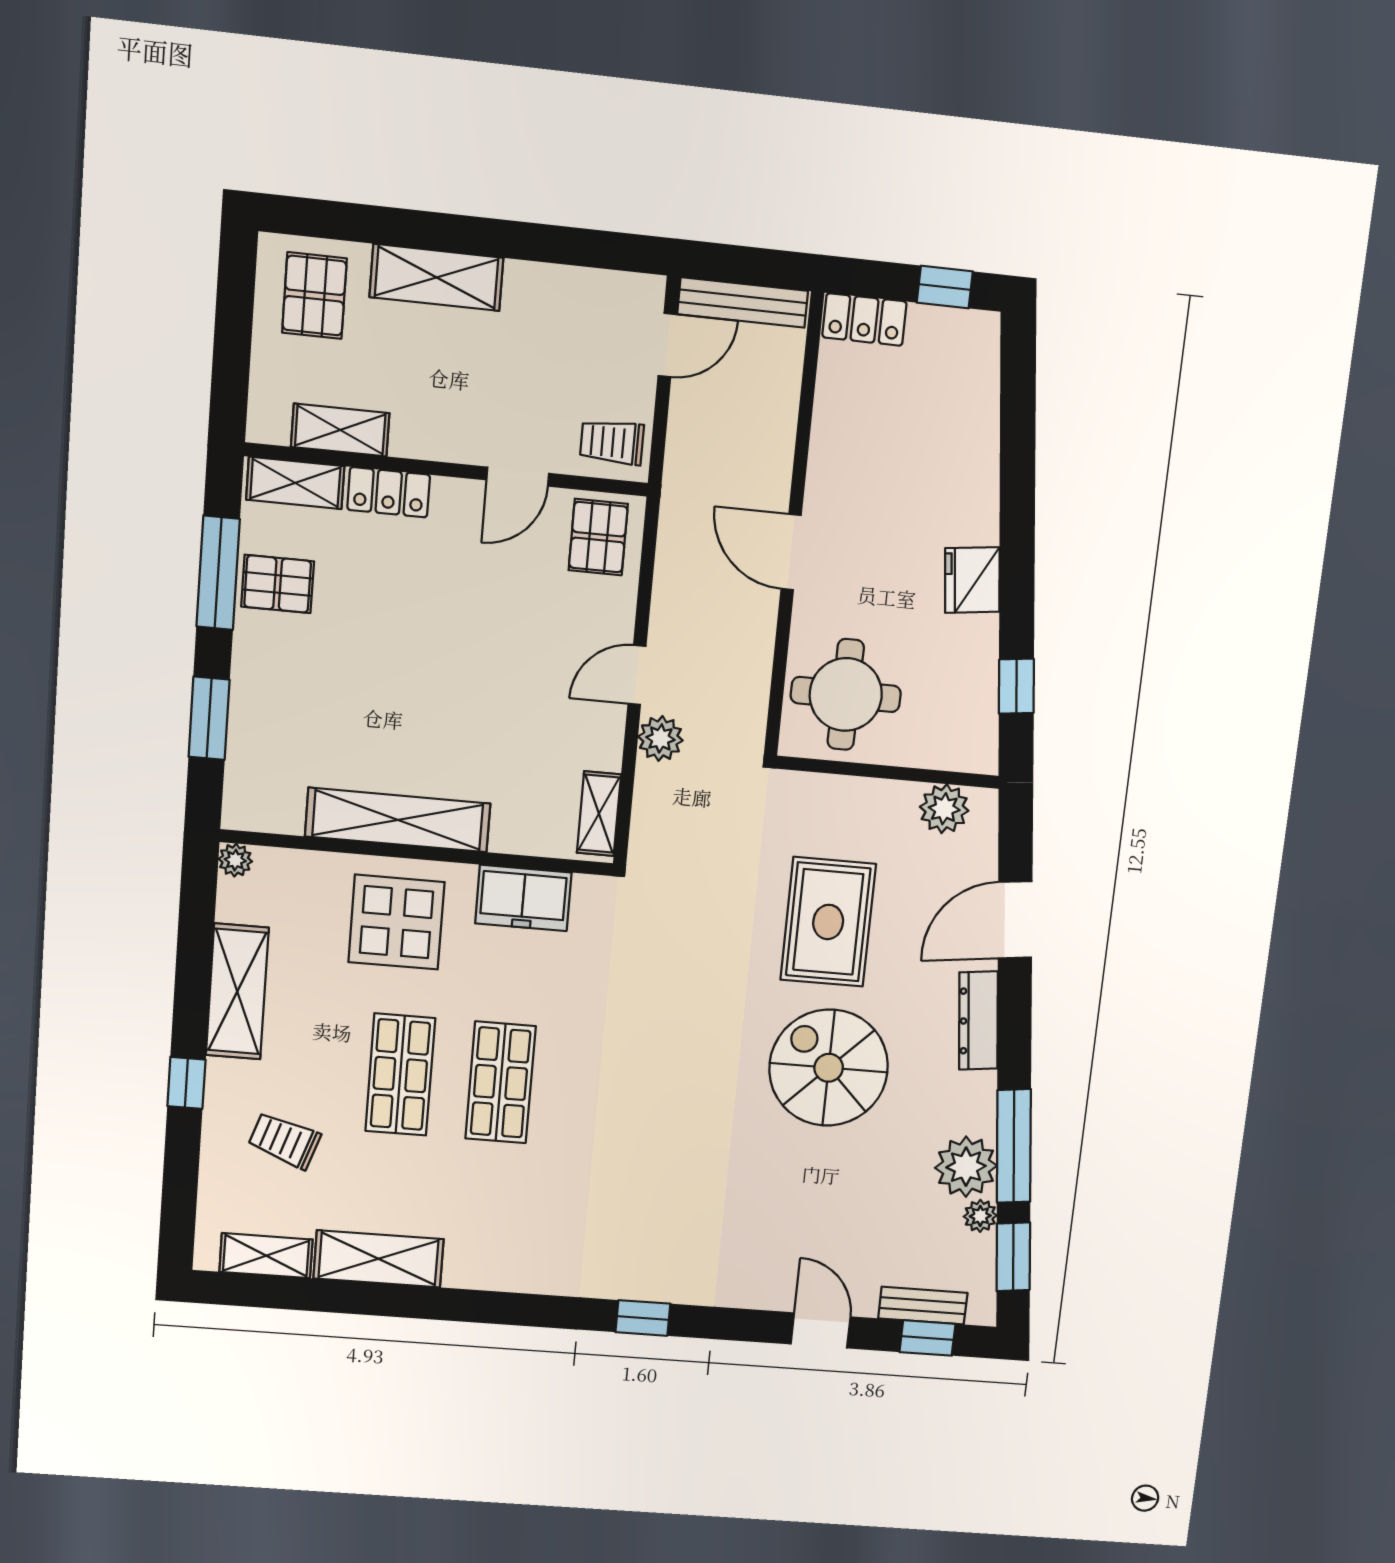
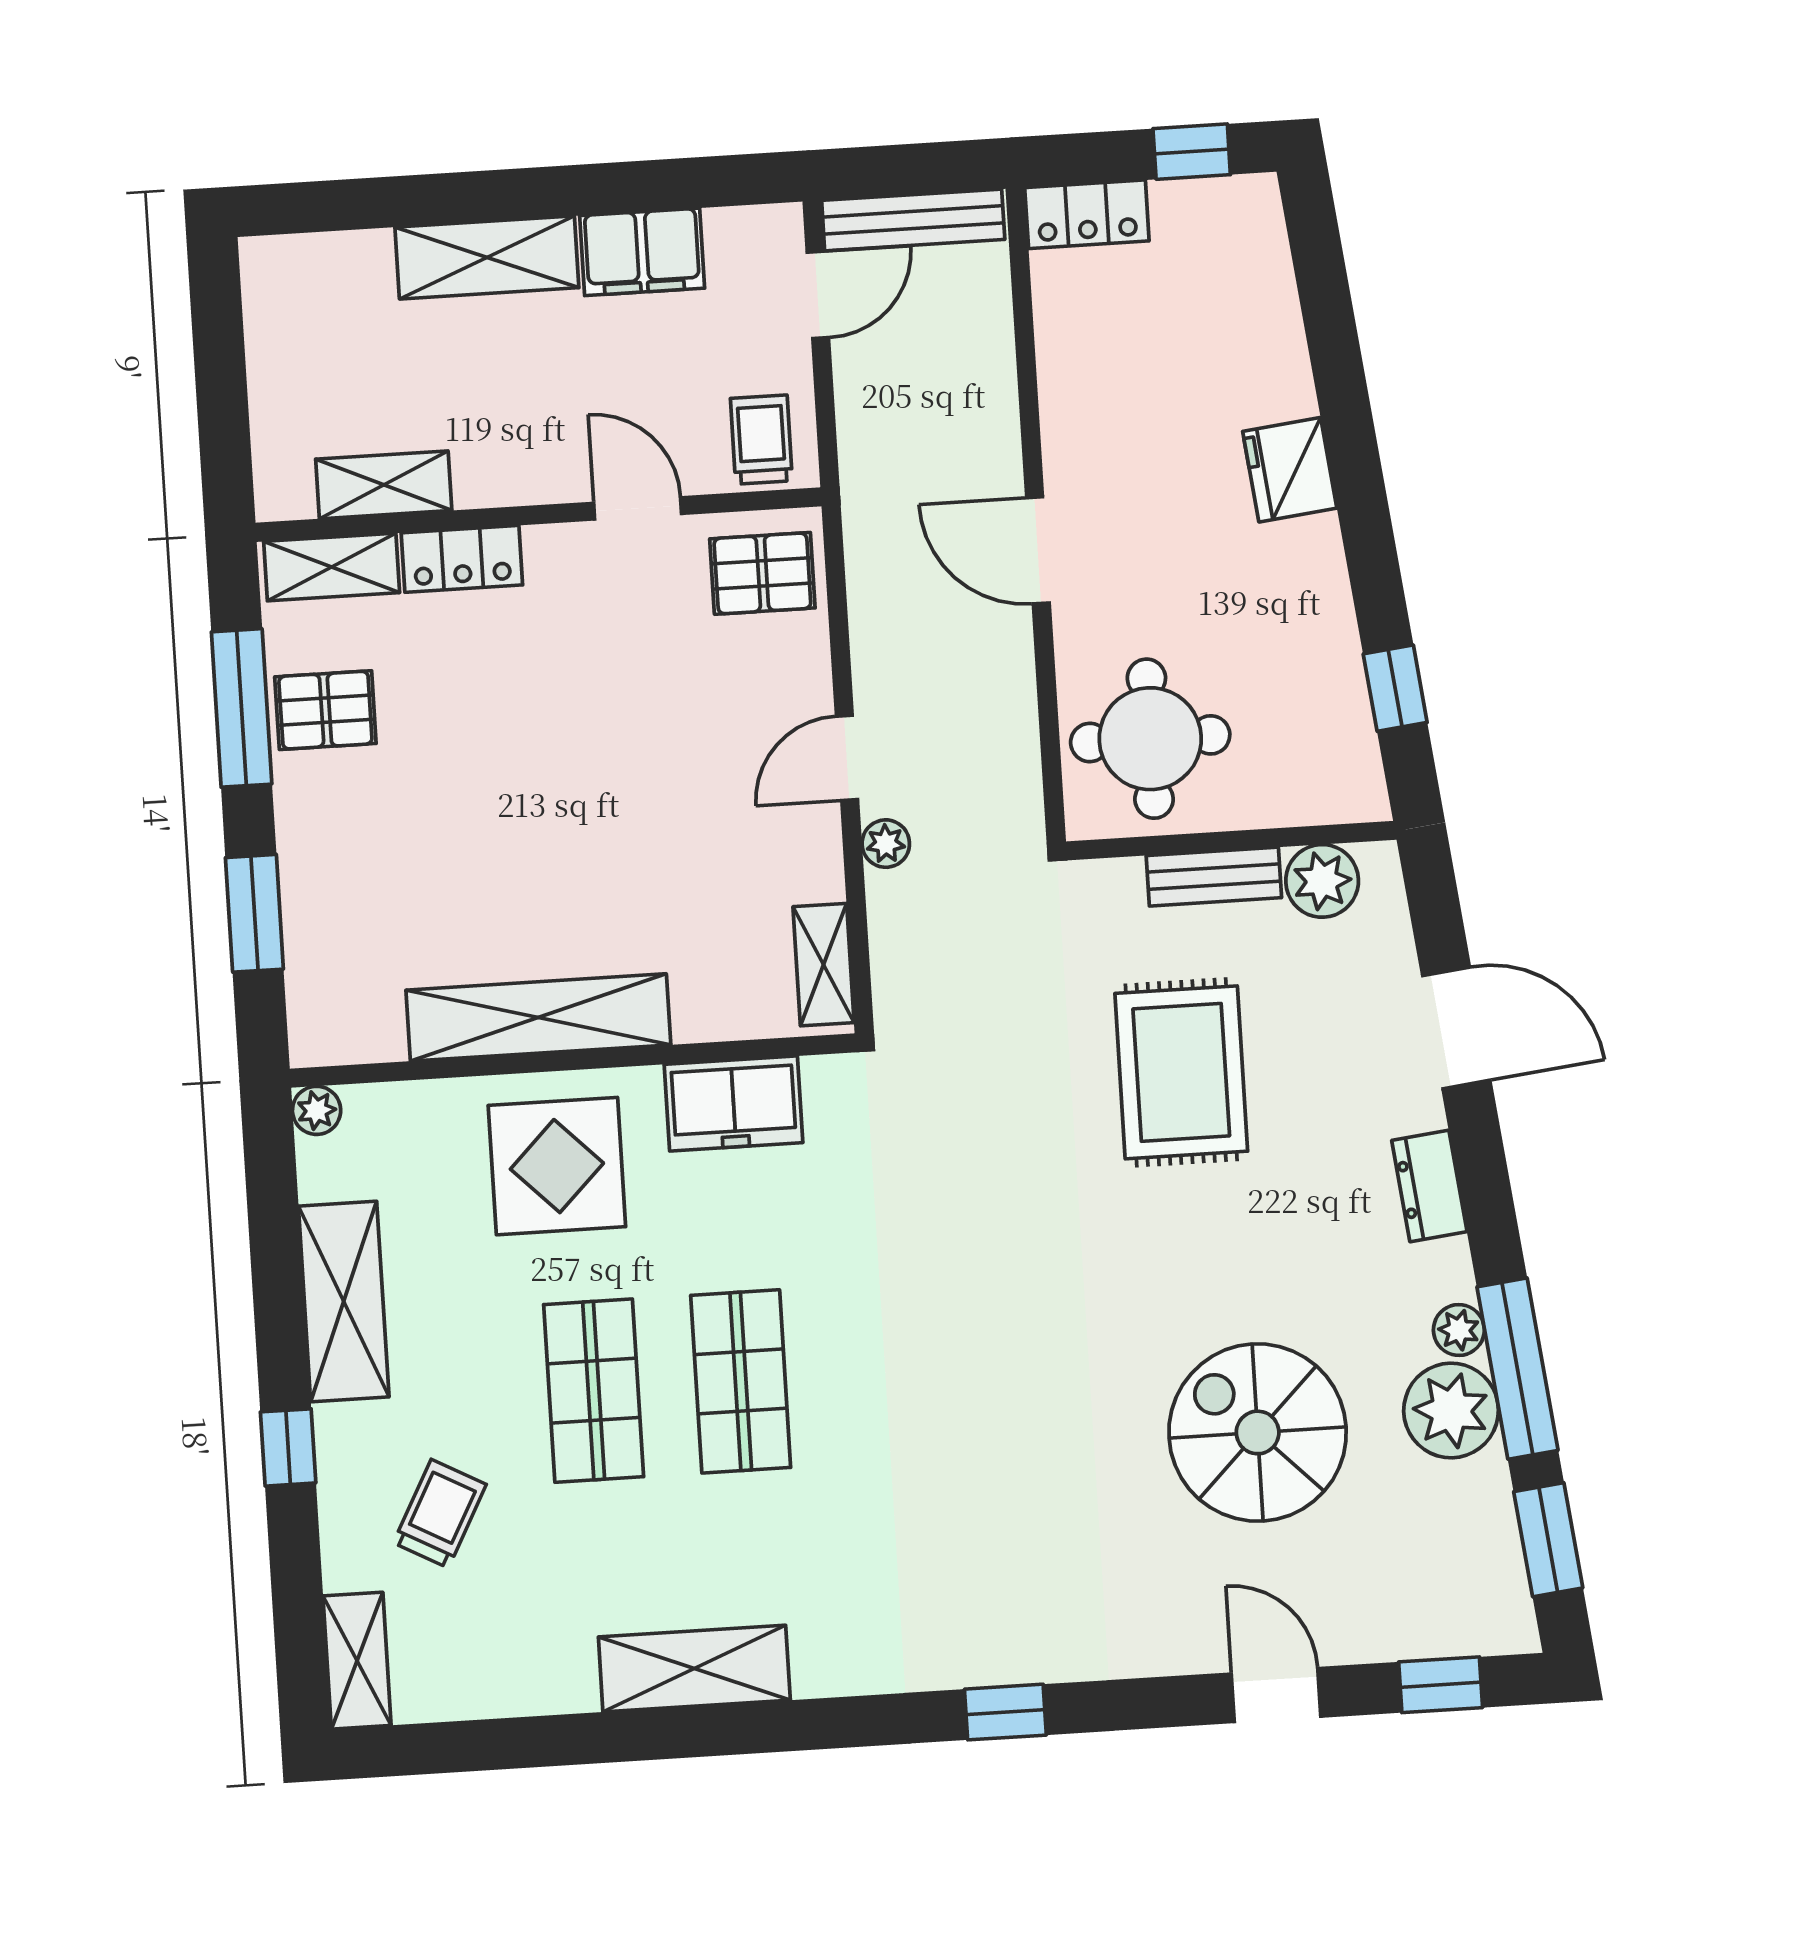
filing cabinet: (548, 292) -> (642, 252), added
pallet: (314, 296) -> (324, 310), removed
trolley: (612, 442) -> (761, 440), turned 90
door: (518, 477) -> (638, 508), swing flipped
pallet: (598, 537) -> (762, 573), turned 90
fridge: (972, 580) -> (1290, 470), moved
plant: (660, 738) -> (886, 844), width x0.73, depth x0.73
door: (1015, 920) -> (1456, 1028), swing flipped
dresser: (978, 1021) -> (1429, 1186), width x0.70
spiral stairs: (829, 1068) -> (1258, 1432), moved
trolley: (284, 1140) -> (440, 1514), turned 99
plant: (980, 1216) -> (1459, 1330), moved
shelving: (266, 1256) -> (357, 1661), moved, turned 90
shelving: (379, 1259) -> (694, 1669), moved
bench: (923, 1306) -> (1214, 877), moved

